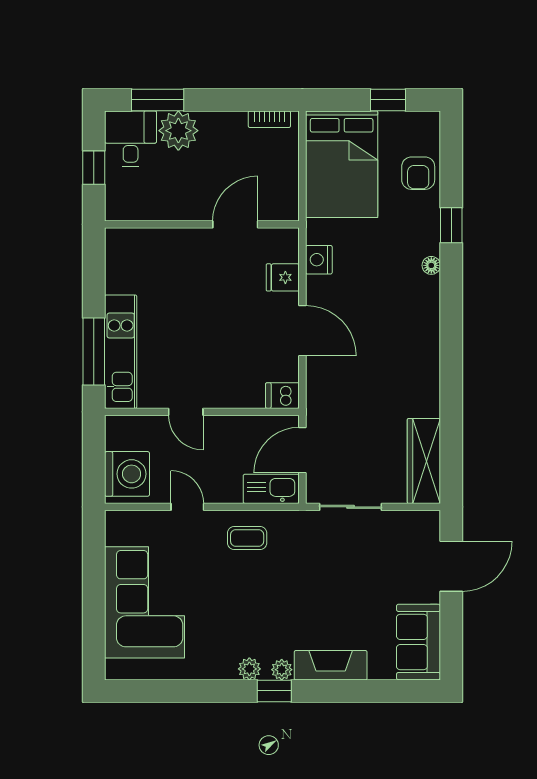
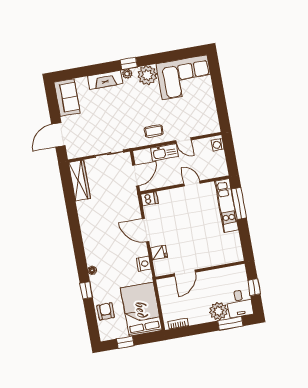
washing machine: (127, 474) -> (218, 145), width x0.53, depth x0.53
kitchen sink: (271, 489) -> (164, 152), moved
corner sofa: (144, 602) -> (185, 77), moved, turned -90
plant: (249, 669) -> (147, 75), width x1.88, depth x1.88

